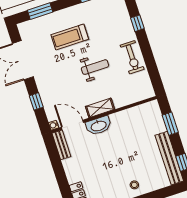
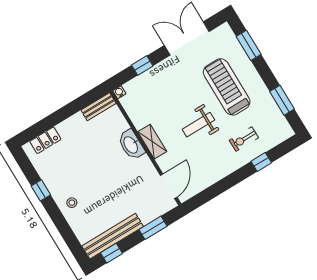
treadmill: (70, 37) -> (227, 87), width x1.37, depth x1.38
exercise bike: (132, 57) -> (244, 139), moved, width x0.73, depth x0.72
weight bench: (95, 67) -> (198, 125), turned 90
door: (72, 125) -> (169, 186), moved

